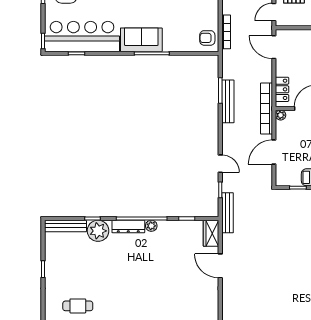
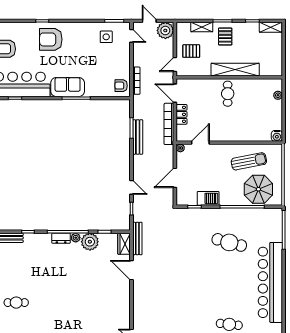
locker: (282, 89) -> (182, 114), moved
bookcase: (266, 109) -> (169, 124), moved
bench: (227, 213) -> (137, 238), moved
dresser: (128, 226) -> (61, 238), width x0.70
plant: (98, 231) -> (90, 242), moved

